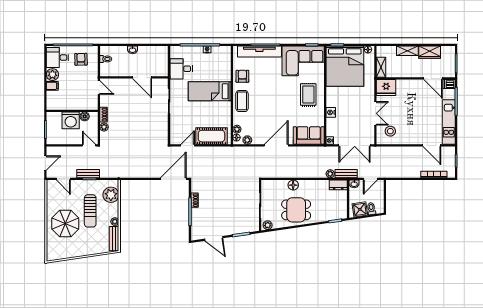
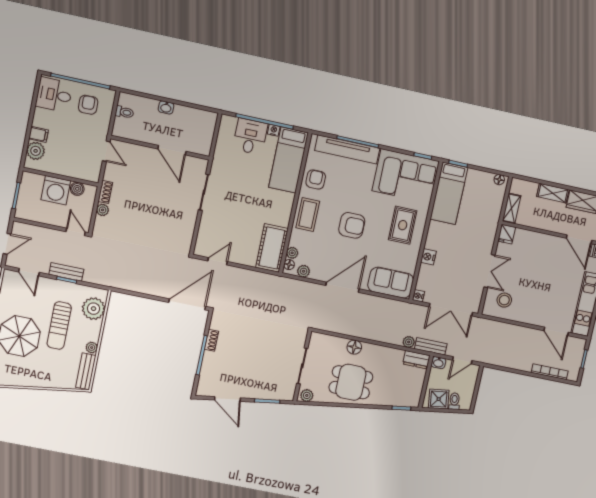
bed: (345, 66) -> (449, 193), width x0.49
desk: (181, 69) -> (250, 136), moved, turned 90
plant: (52, 75) -> (36, 151), moved
fridge: (386, 88) -> (507, 234), width x0.53, depth x0.75
bed: (210, 91) -> (288, 160), moved, turned -90
armchair: (274, 102) -> (352, 225), added
cot: (211, 136) -> (272, 248), moved, turned 90

